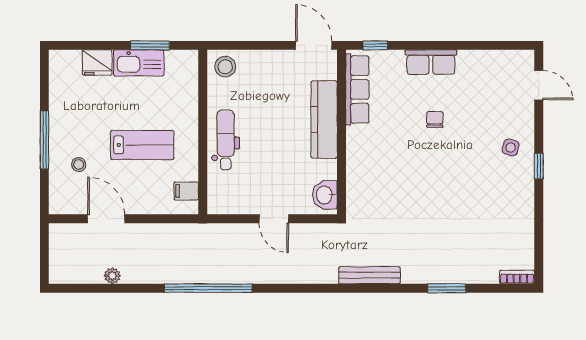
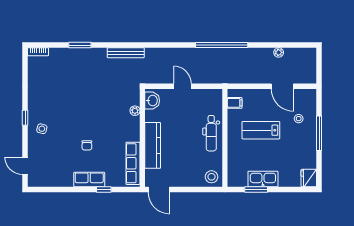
window: (375, 45) -> (104, 189), moved
fridge: (97, 62) -> (309, 178), moved, turned -90
plant: (354, 178) -> (135, 111), added

